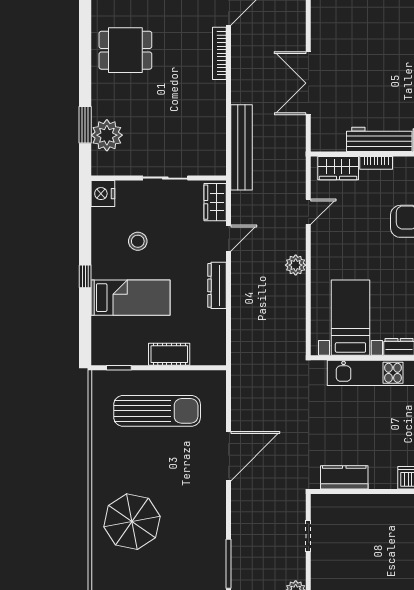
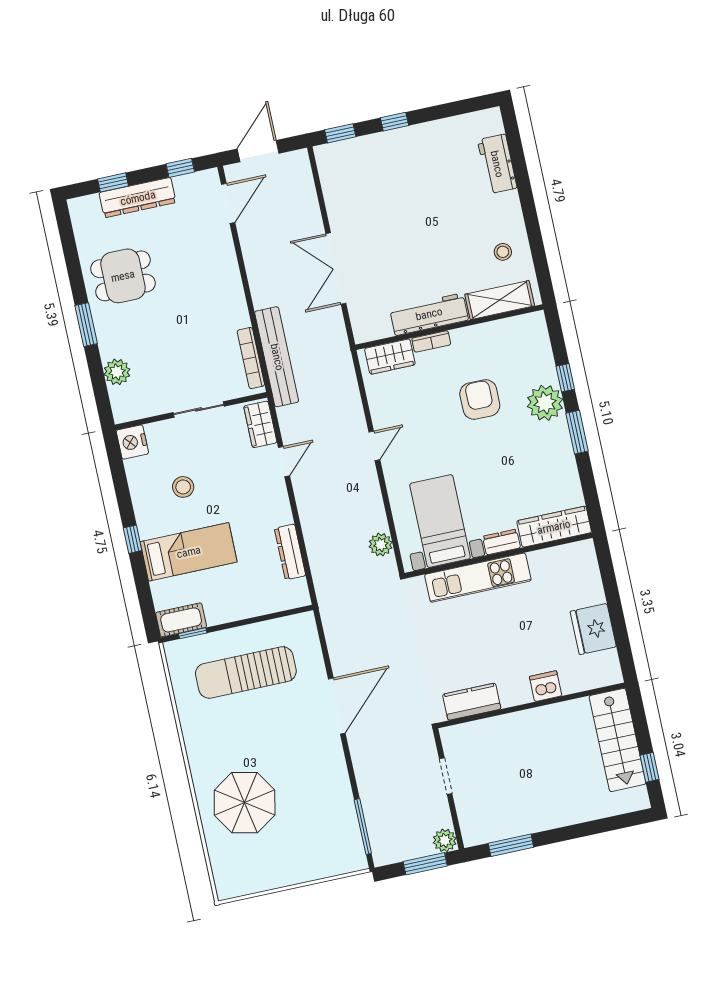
bookcase: (219, 53) -> (251, 358), moved
window: (85, 125) -> (86, 325), moved
plant: (107, 135) -> (117, 372), width x0.73, depth x0.73
door: (308, 212) -> (374, 446), moved
plant: (296, 265) -> (381, 545), moved
dresser: (217, 285) -> (290, 552), moved
cot: (169, 354) -> (181, 620), moved
sun lounger: (157, 411) -> (246, 672), turned 180

